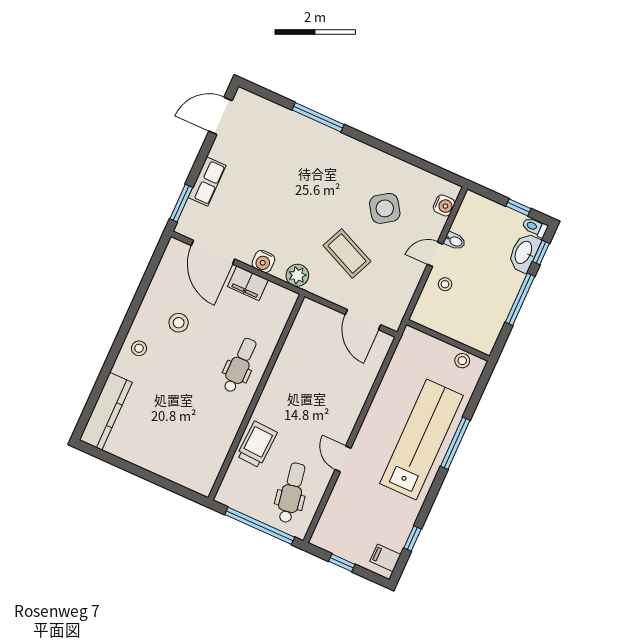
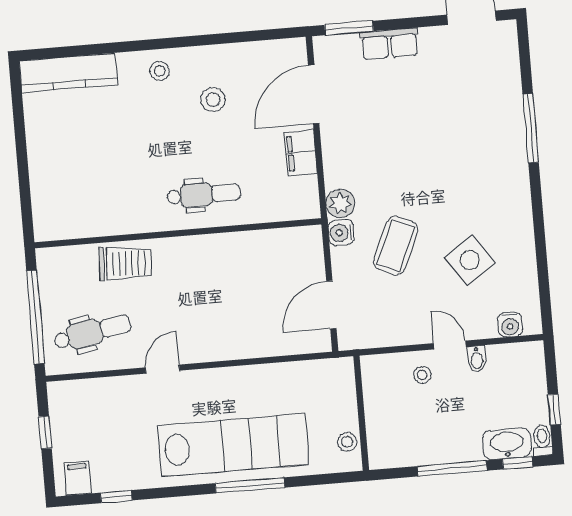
water cooler: (263, 261) -> (341, 233), moved

